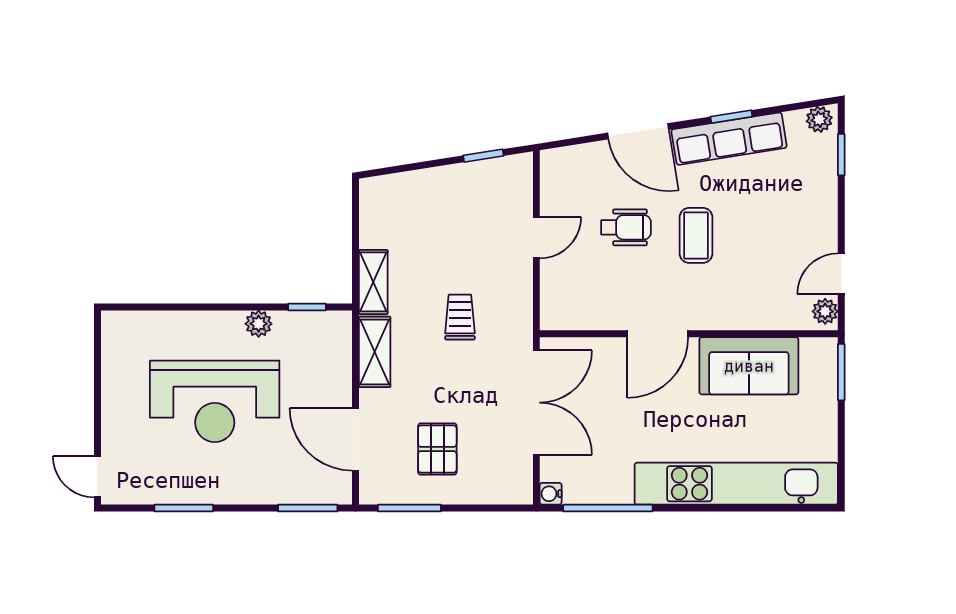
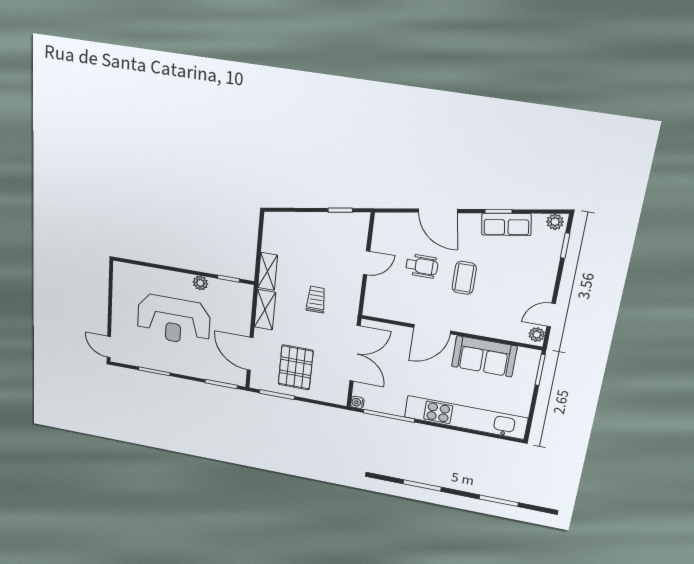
row of seats: (729, 139) -> (506, 224), width x0.68
pallet: (437, 449) -> (296, 367), width x1.50, depth x1.42

